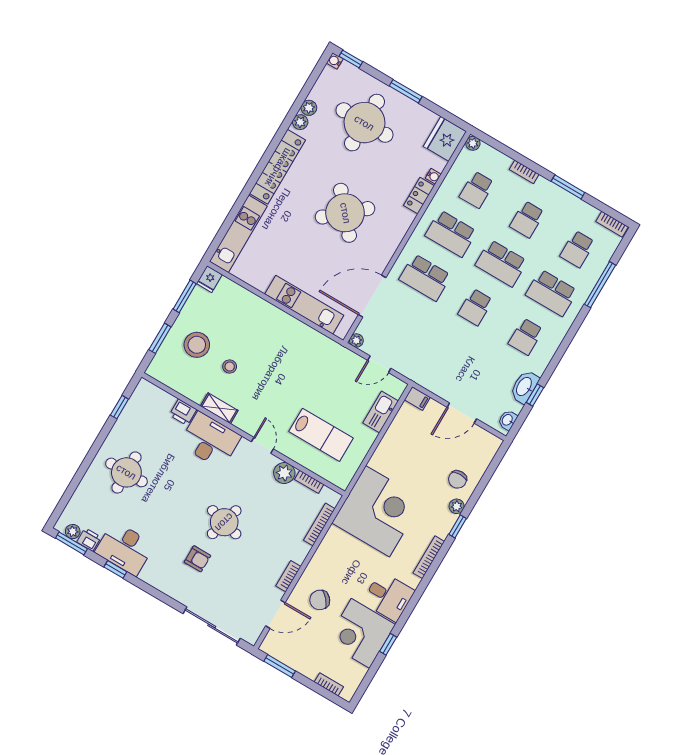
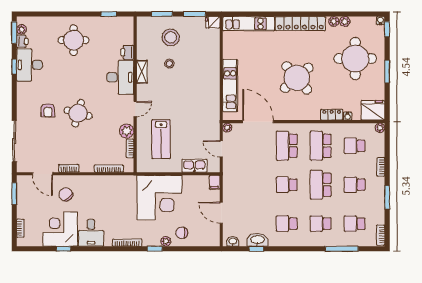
school desk: (552, 293) -> (321, 224), width x0.54
corner desk: (378, 511) -> (159, 198), moved

